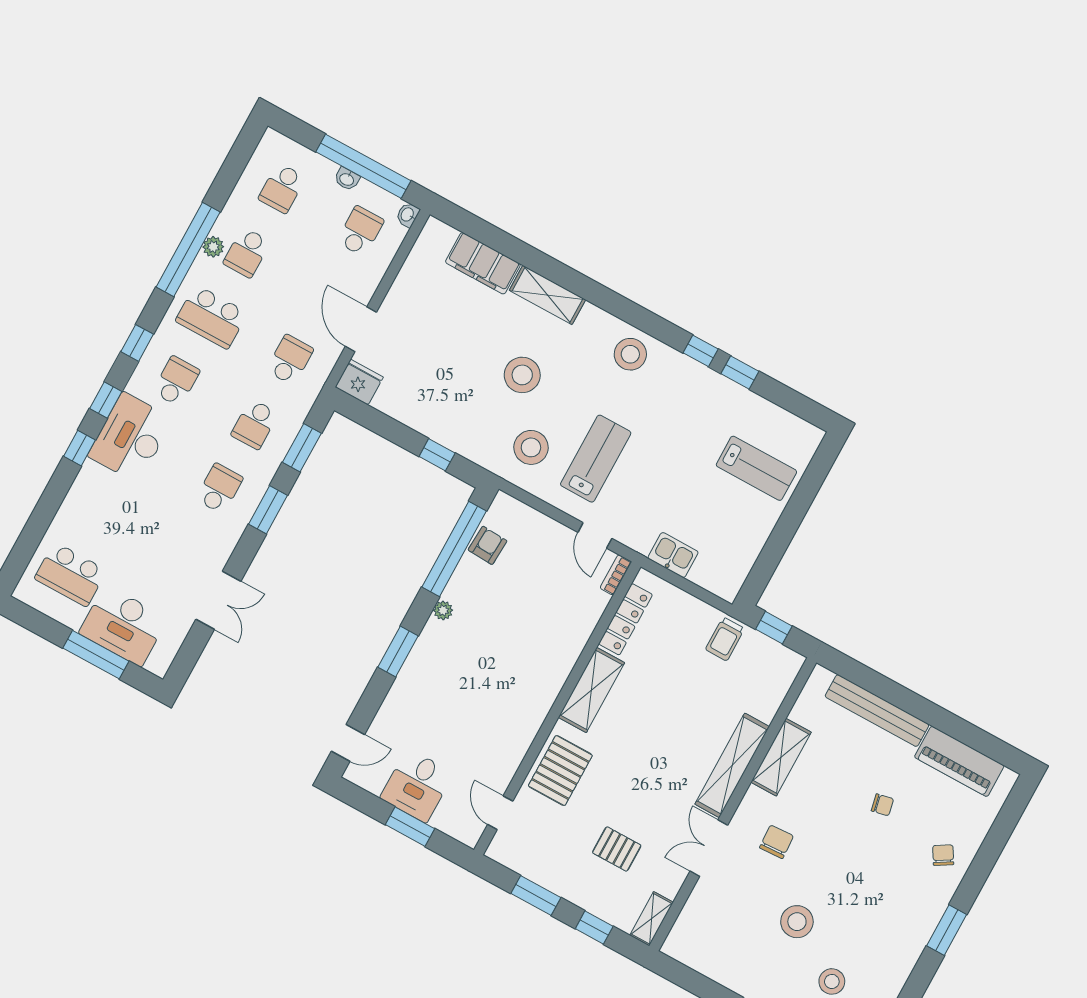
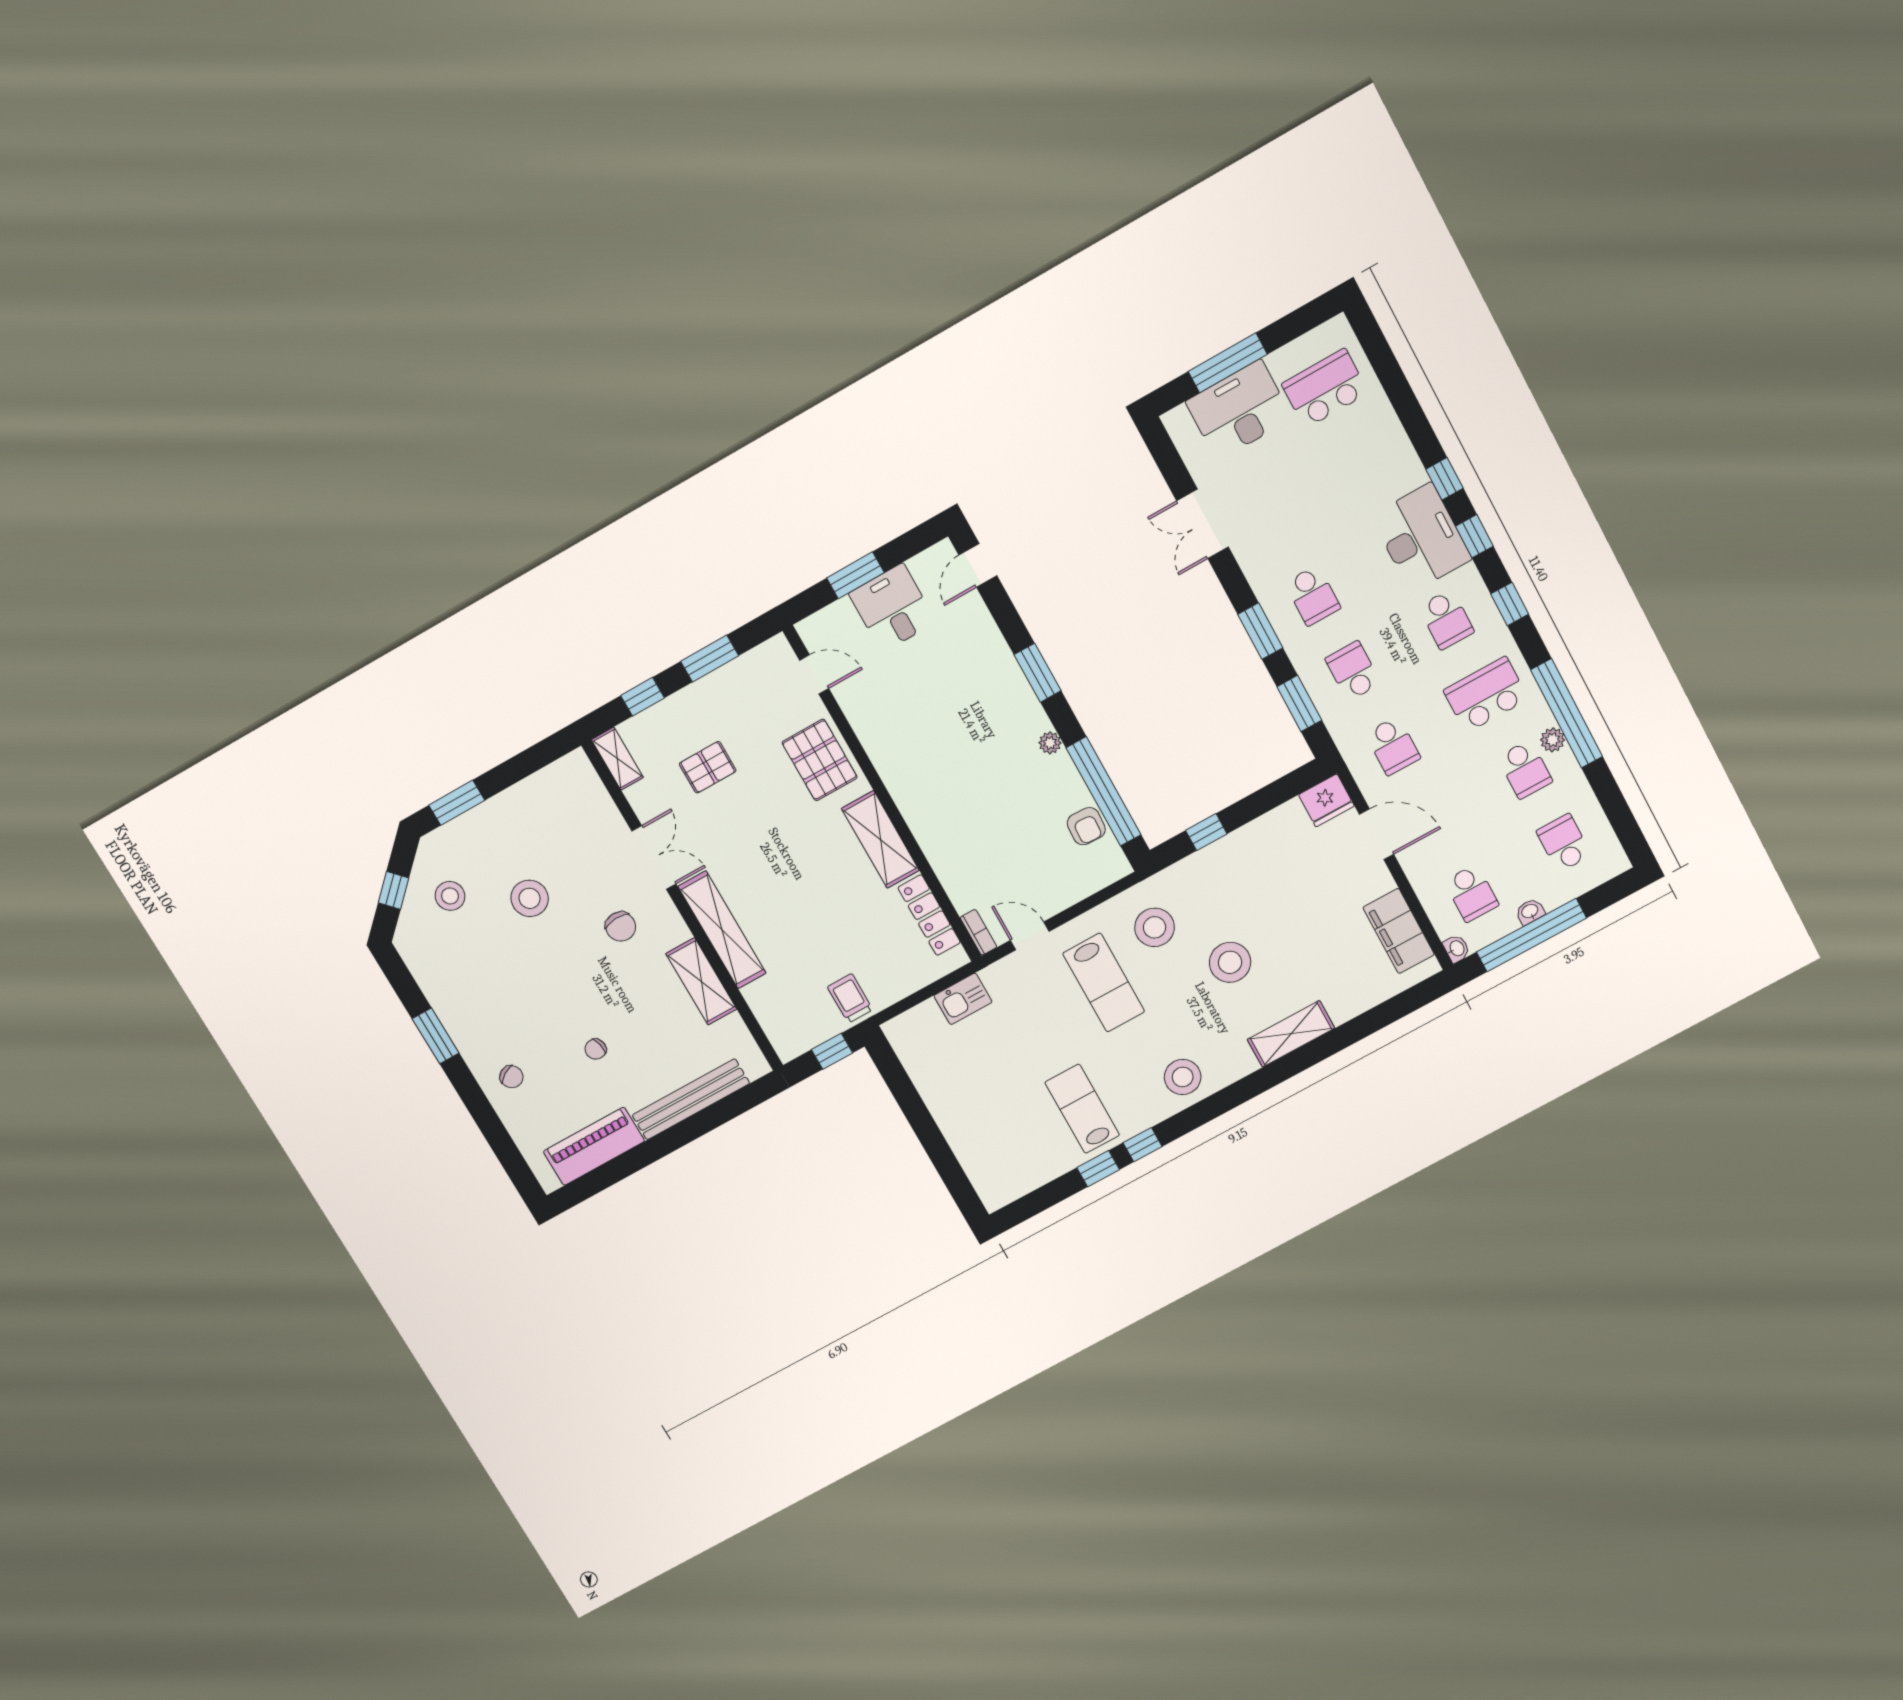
school desk: (247, 253) -> (1525, 769), turned 180
filing cabinet: (483, 263) -> (1399, 931), moved, turned -90
lab bench: (756, 468) -> (1082, 1109), moved, turned 90

